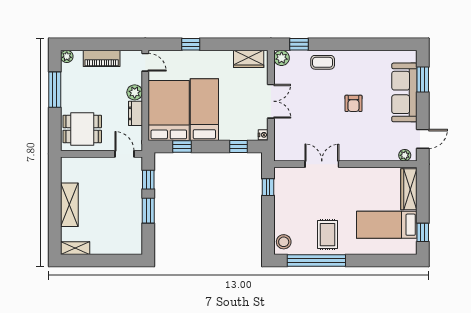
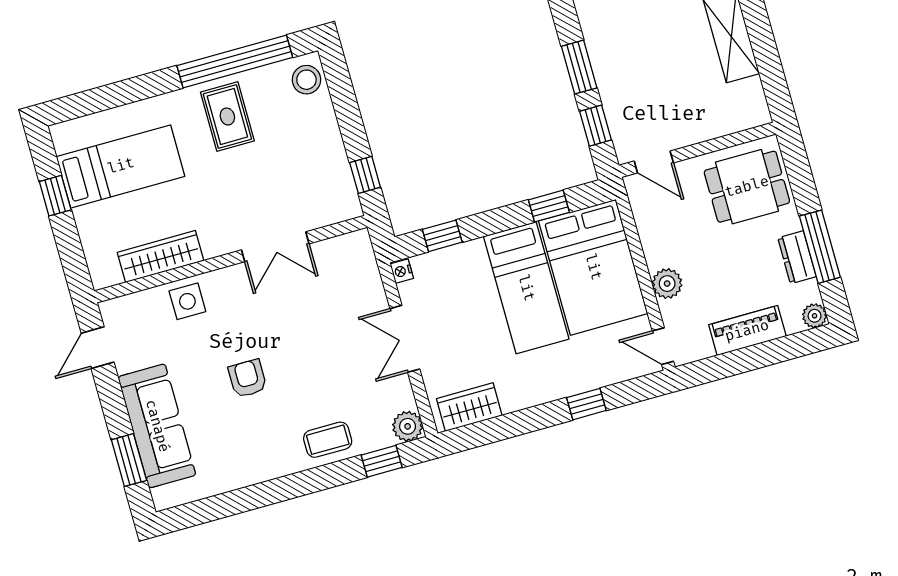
dresser: (135, 113) -> (797, 257), moved, turned 180
side table: (372, 149) -> (187, 301), added
plant: (405, 155) -> (123, 307), removed
wardrobe: (409, 189) -> (160, 257), moved, turned -90
window: (423, 232) -> (55, 196), moved

